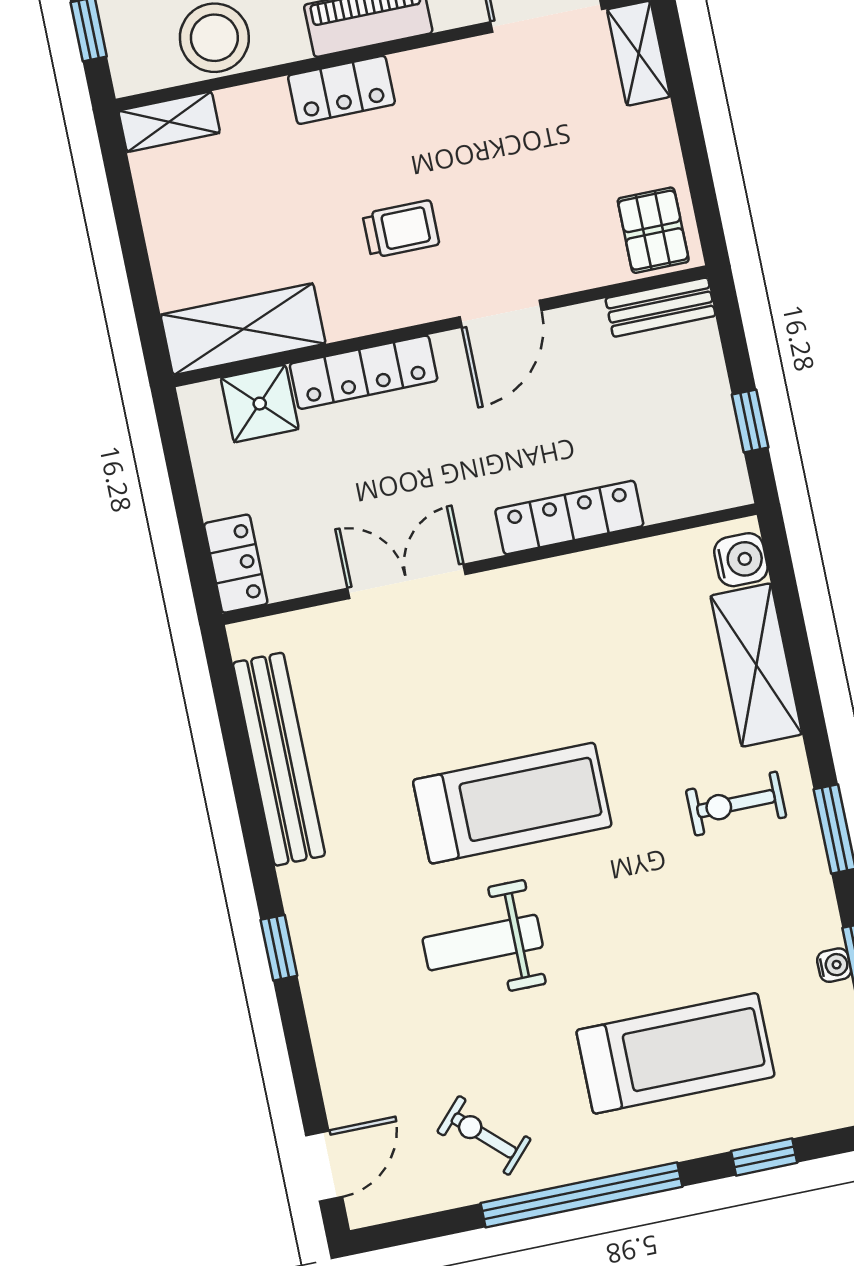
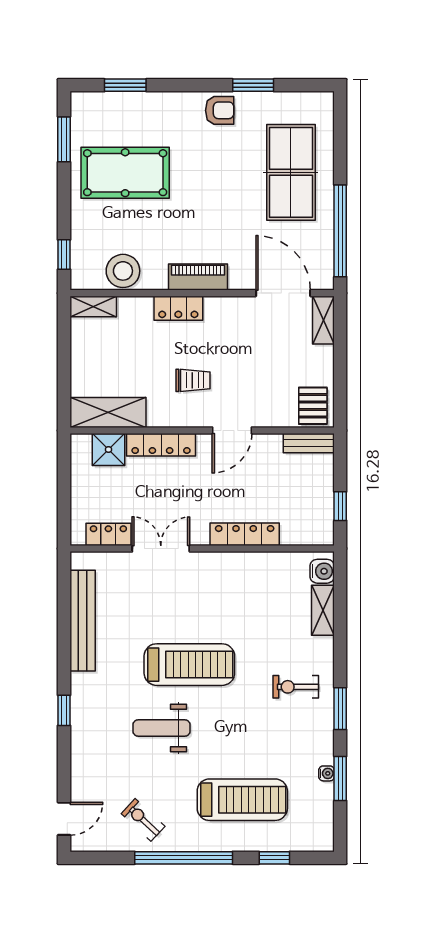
locker: (236, 564) -> (108, 534), moved, turned -90
shelving: (756, 665) -> (323, 610), width x0.67, depth x0.75

